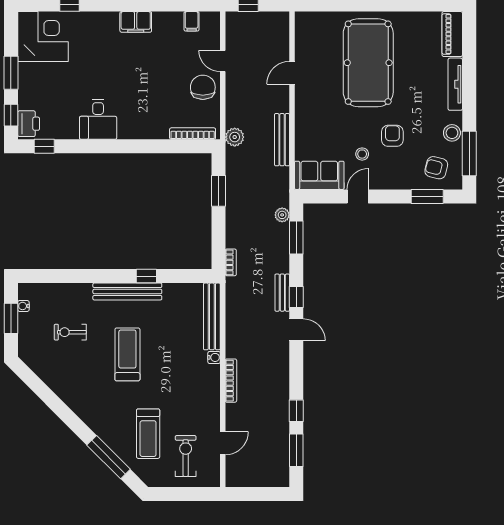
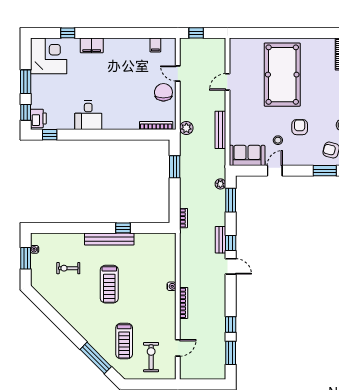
filing cabinet: (136, 22) -> (92, 45), moved
bench: (212, 316) -> (170, 257), removed
treadmill: (127, 354) -> (109, 284), turned 180

